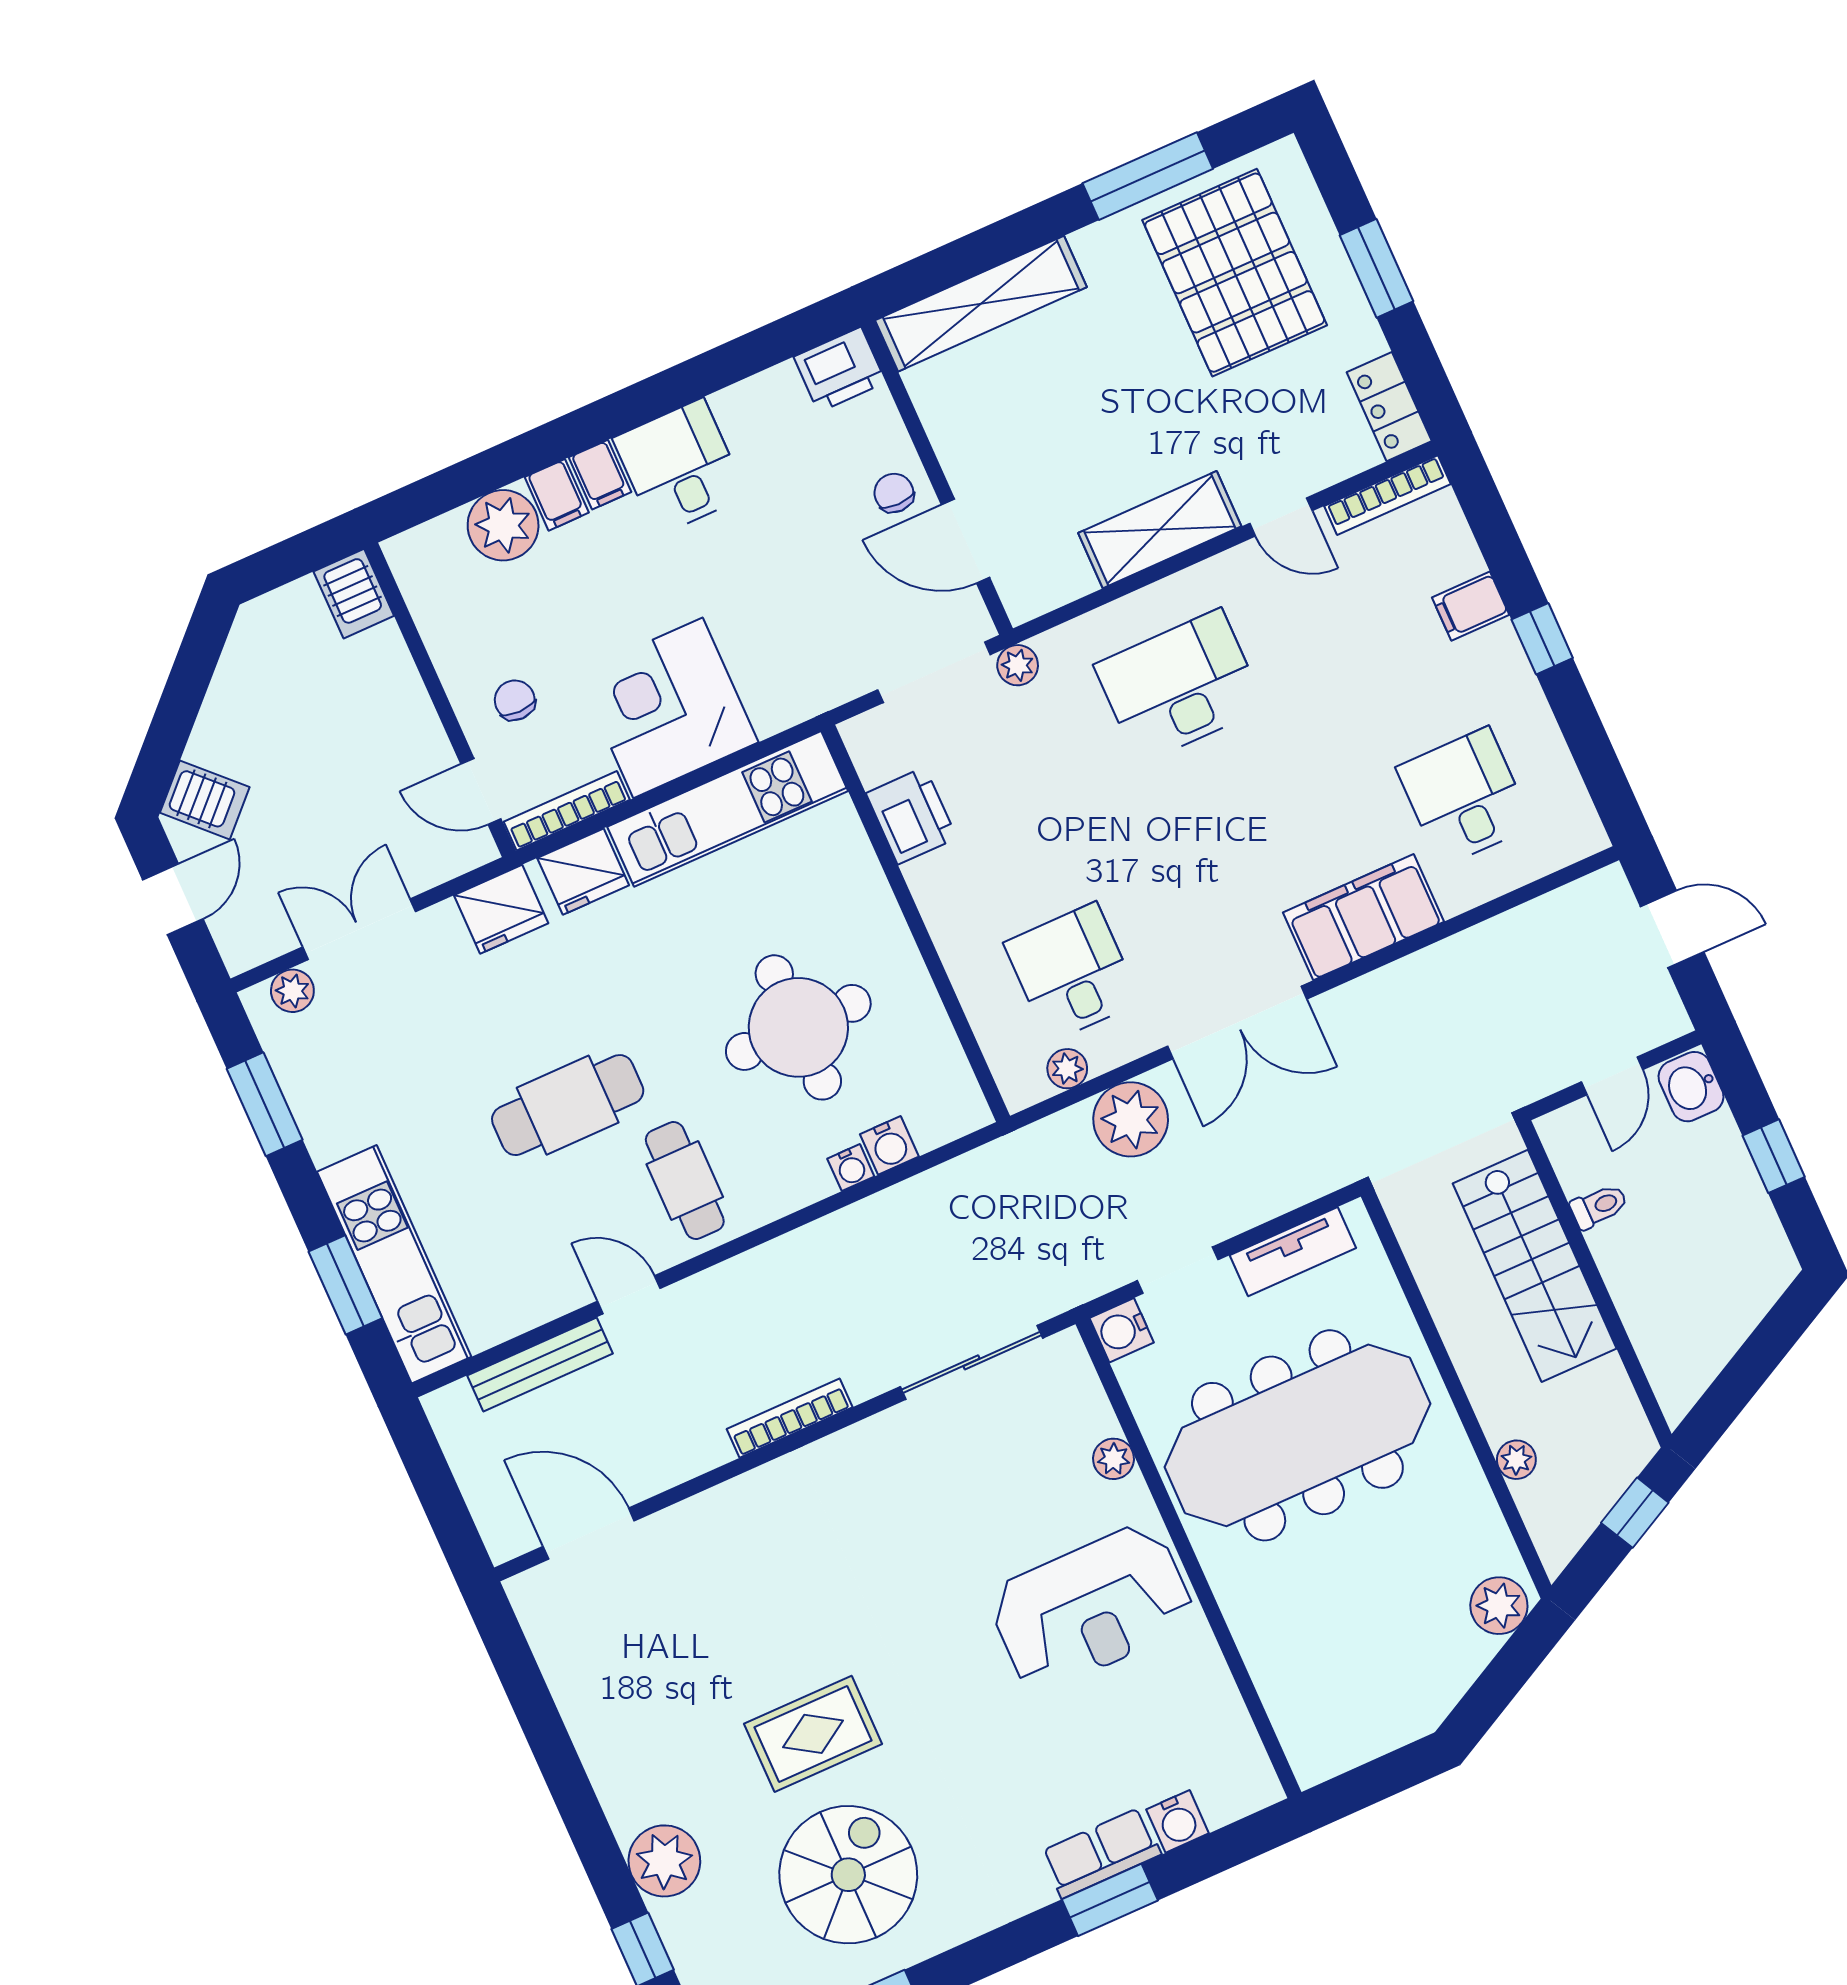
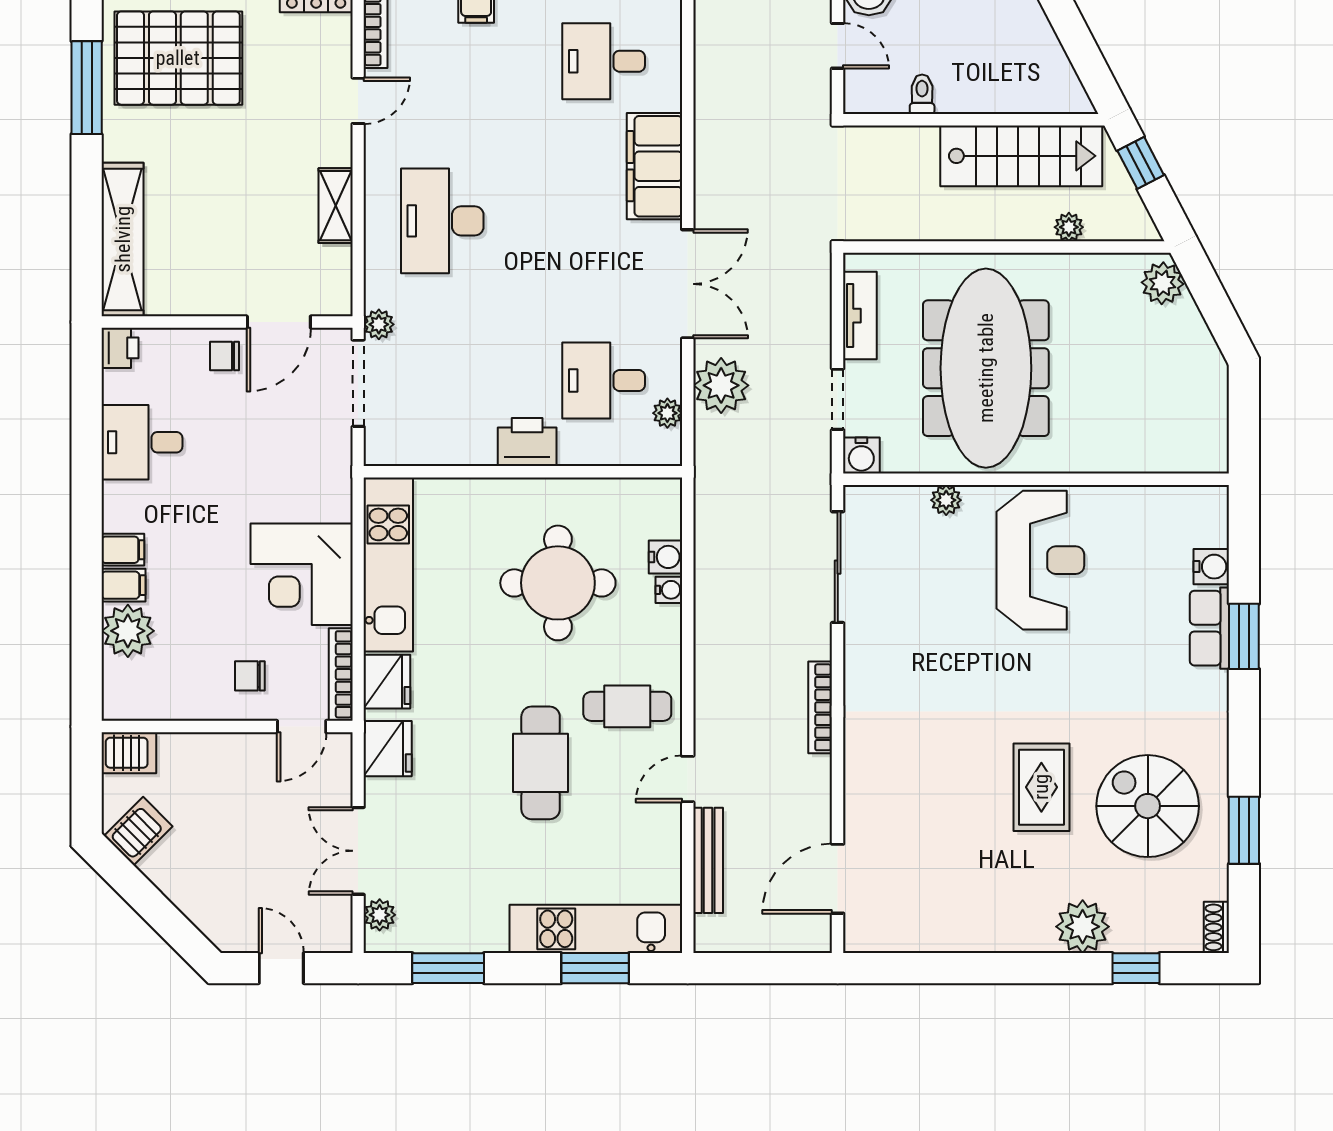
printer: (840, 370) -> (120, 348), width x0.73, depth x0.81
desk: (680, 467) -> (142, 442), moved
shelving: (1160, 530) -> (336, 206), width x0.67, depth x0.75
server rack: (205, 800) -> (138, 831), moved
printer: (911, 816) -> (527, 442), moved
stairs: (1535, 1266) -> (1021, 156), moved

